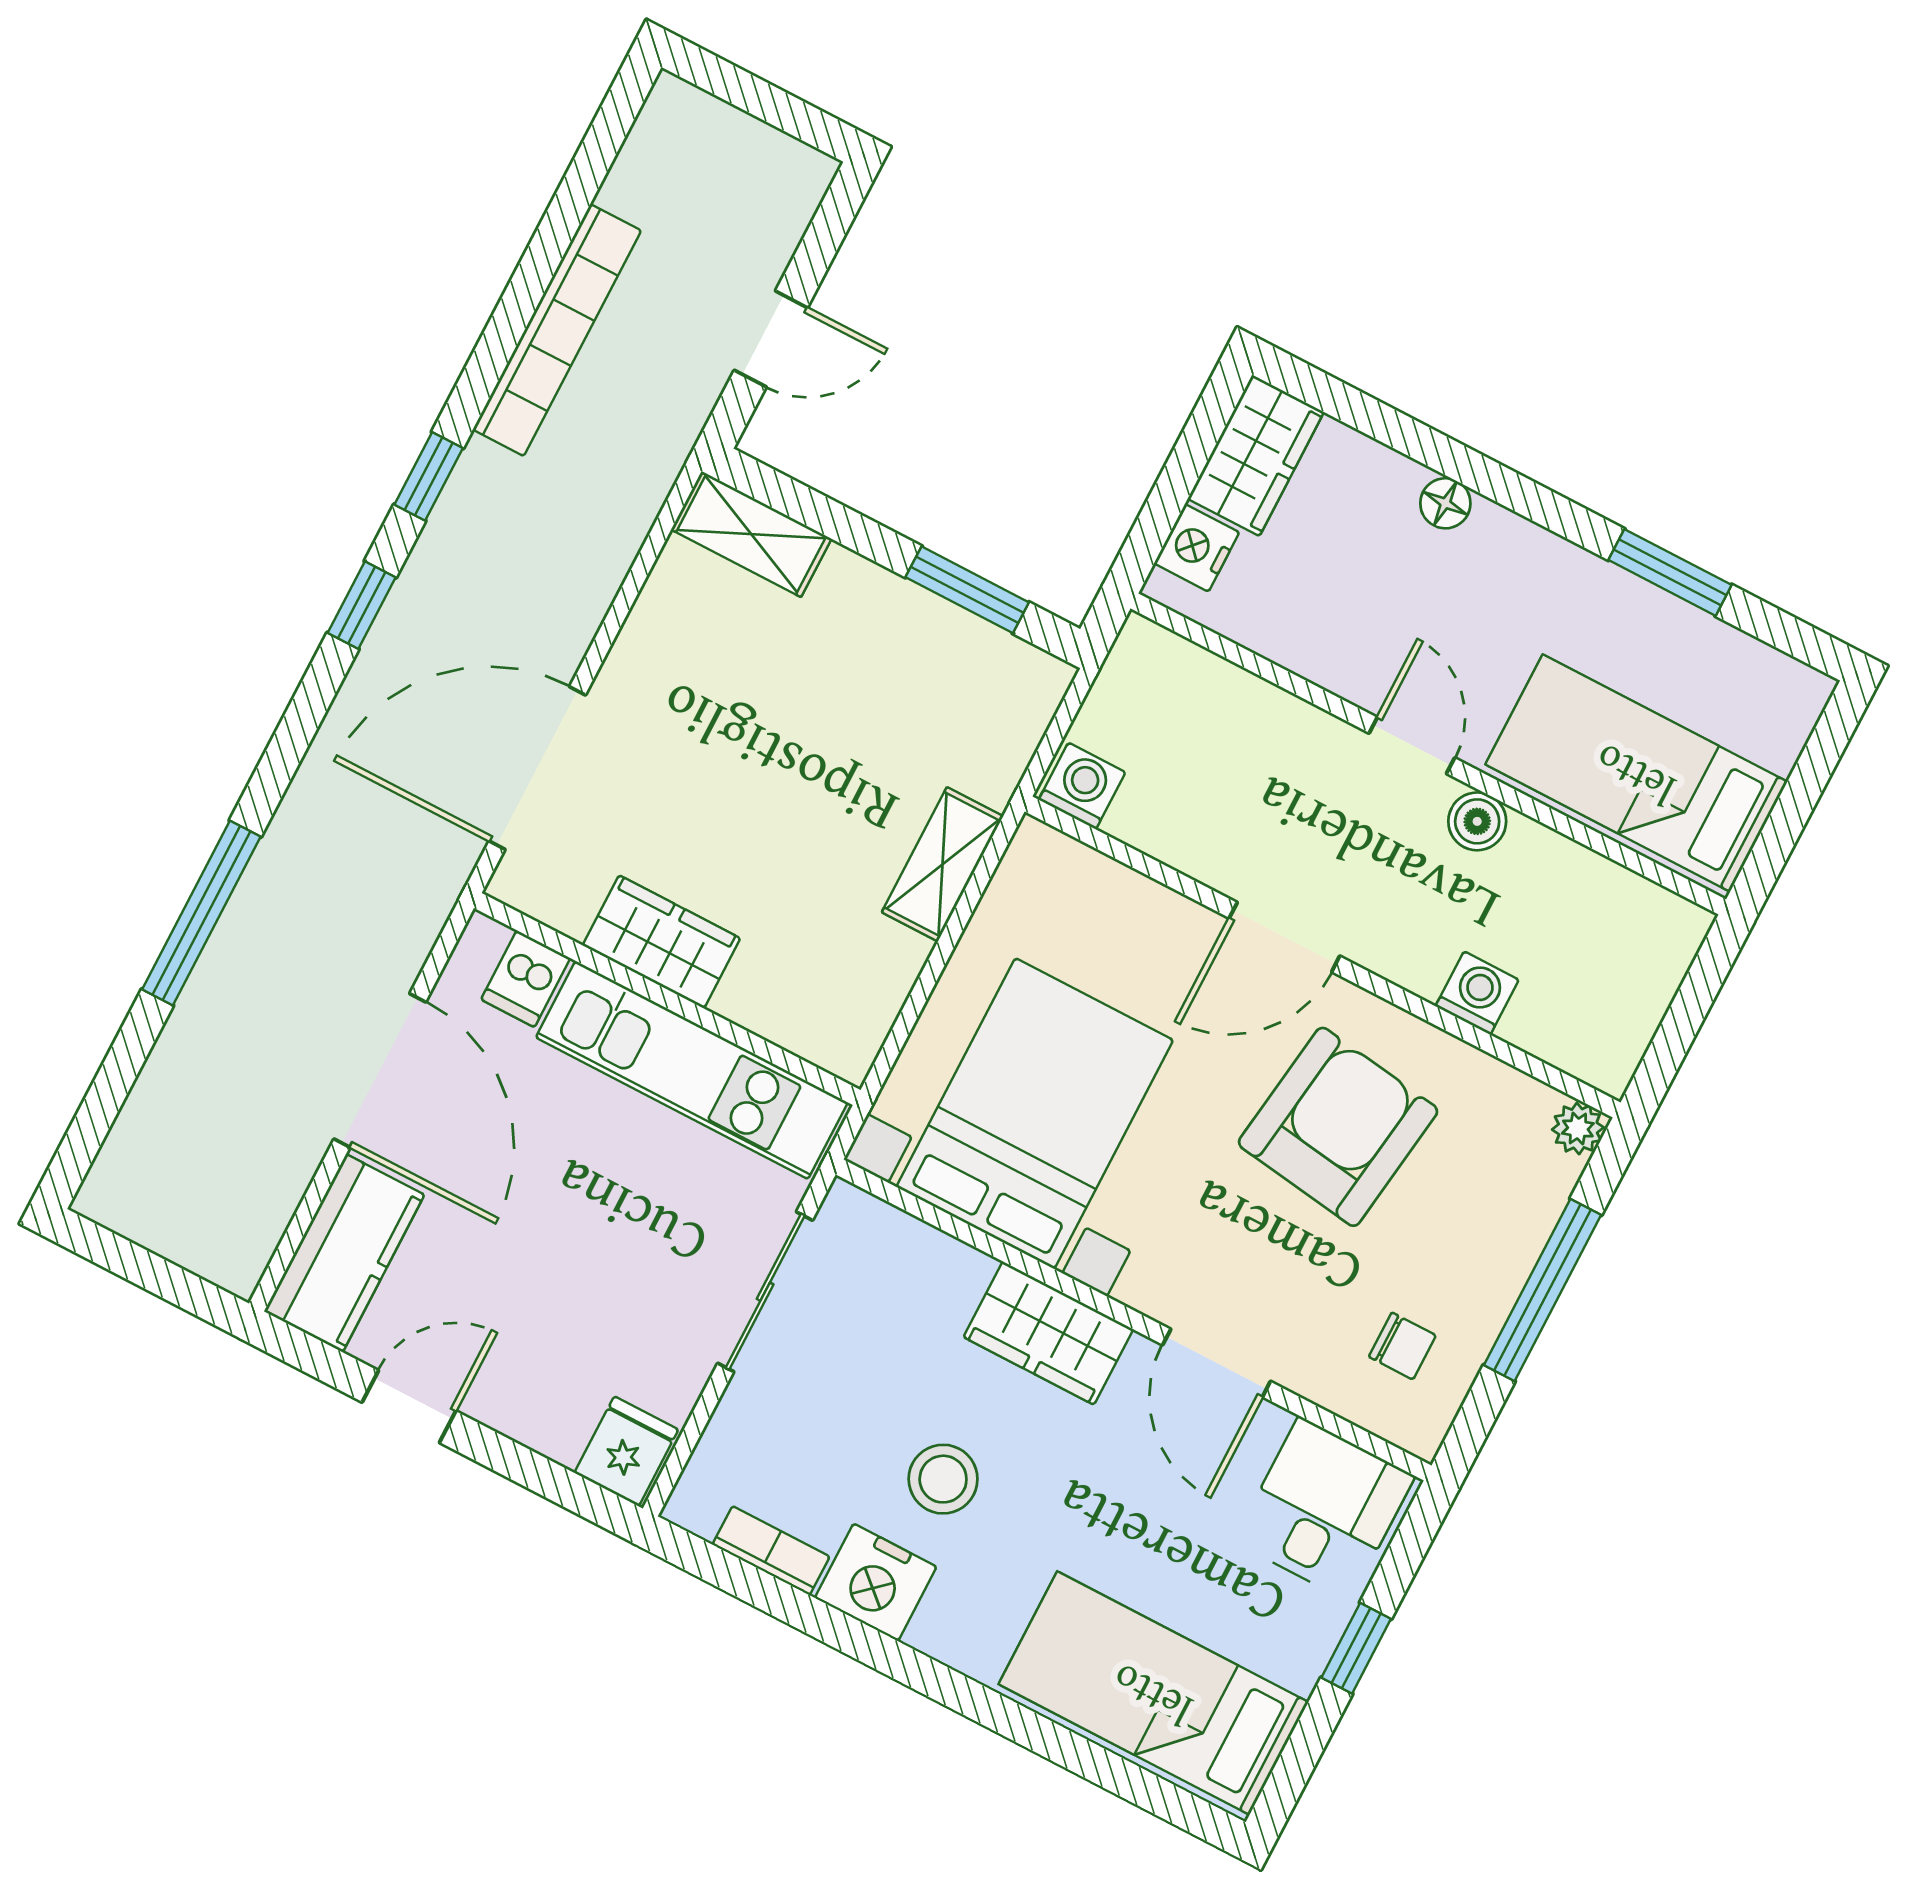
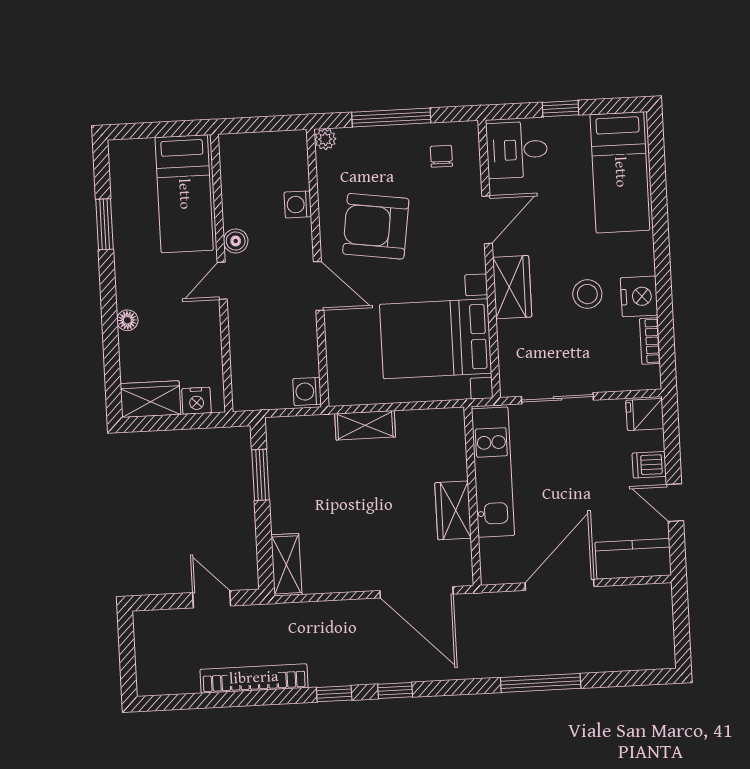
dishwasher: (526, 979) -> (649, 465), moved, turned 180

